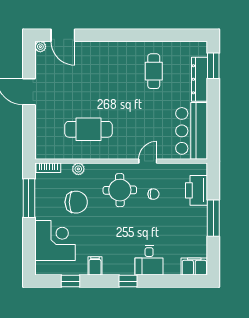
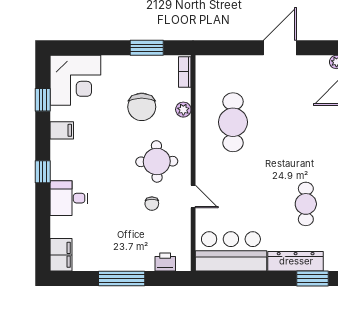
cafe table: (154, 71) -> (306, 204), turned 90
printer: (197, 190) -> (165, 262), width x0.53, depth x0.68
window: (29, 198) -> (147, 48), width x0.69
corner desk: (55, 240) -> (75, 80), moved

